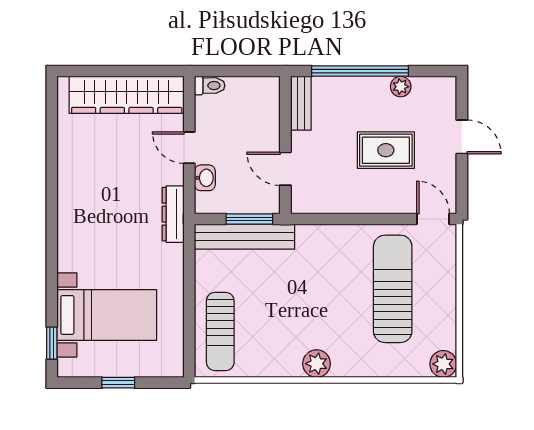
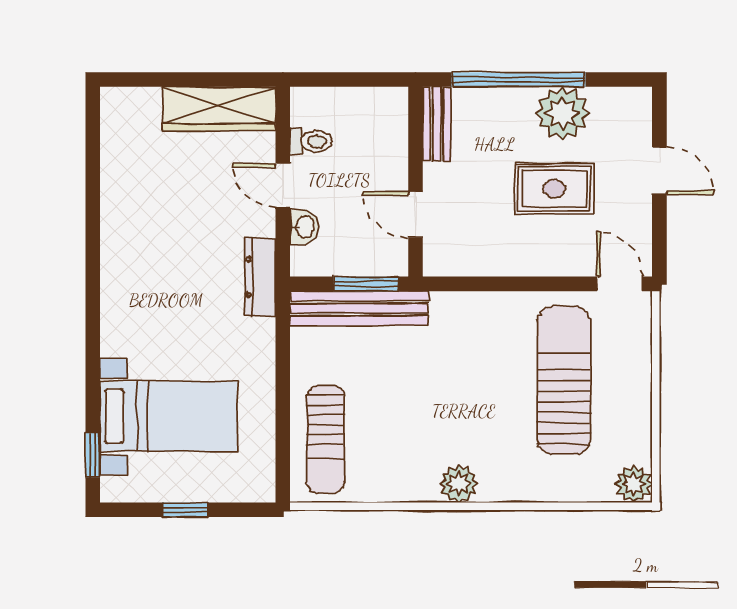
toilet: (210, 86) -> (311, 141), moved
plant: (401, 87) -> (562, 113), width x1.88, depth x1.88
wardrobe: (127, 95) -> (219, 109), width x0.71, depth x0.85

